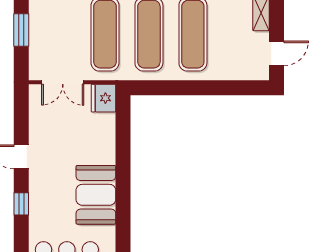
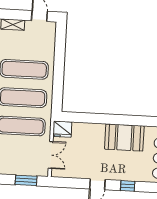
window: (21, 30) -> (26, 180), moved

